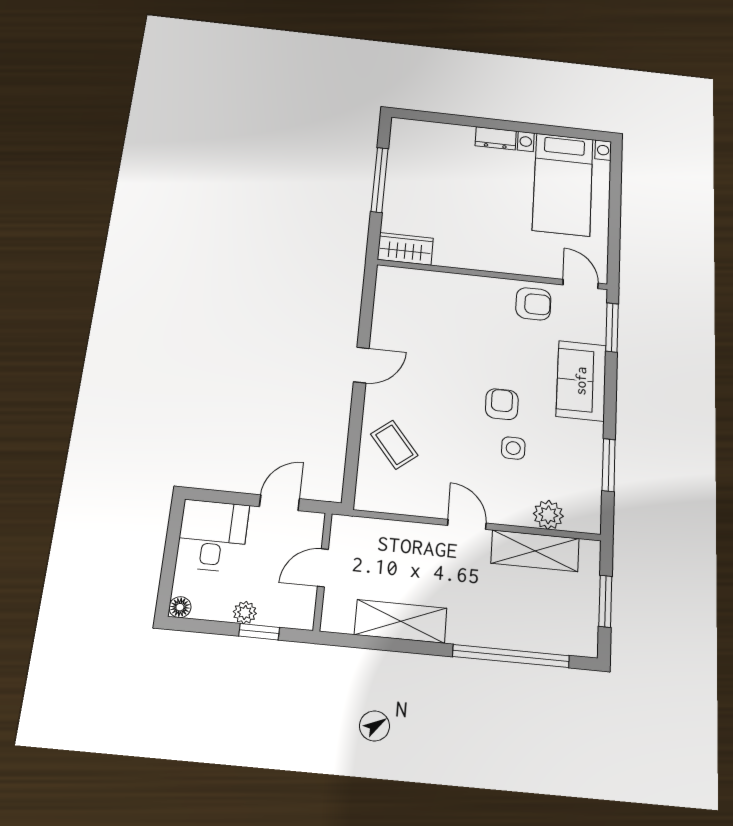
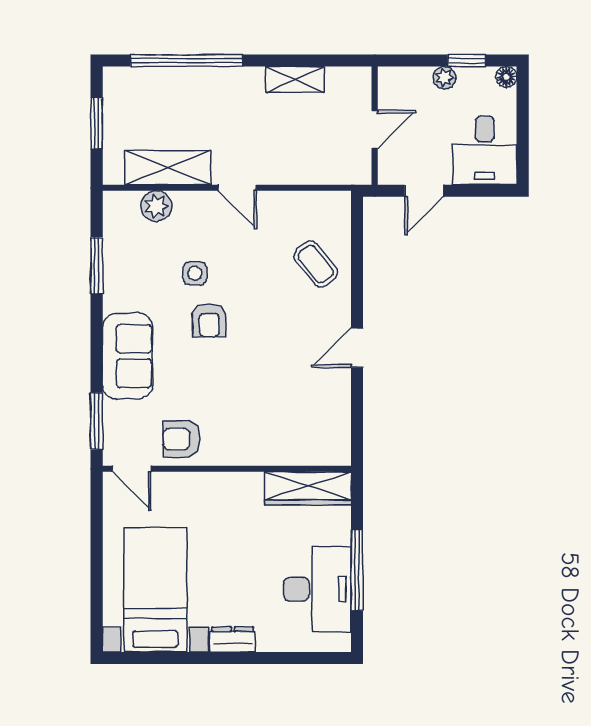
desk: (417, 169) -> (317, 589), added
wardrobe: (405, 249) -> (308, 488), width x1.50
shelving: (401, 621) -> (295, 80), width x0.67, depth x0.75
window: (259, 632) -> (467, 61), moved

